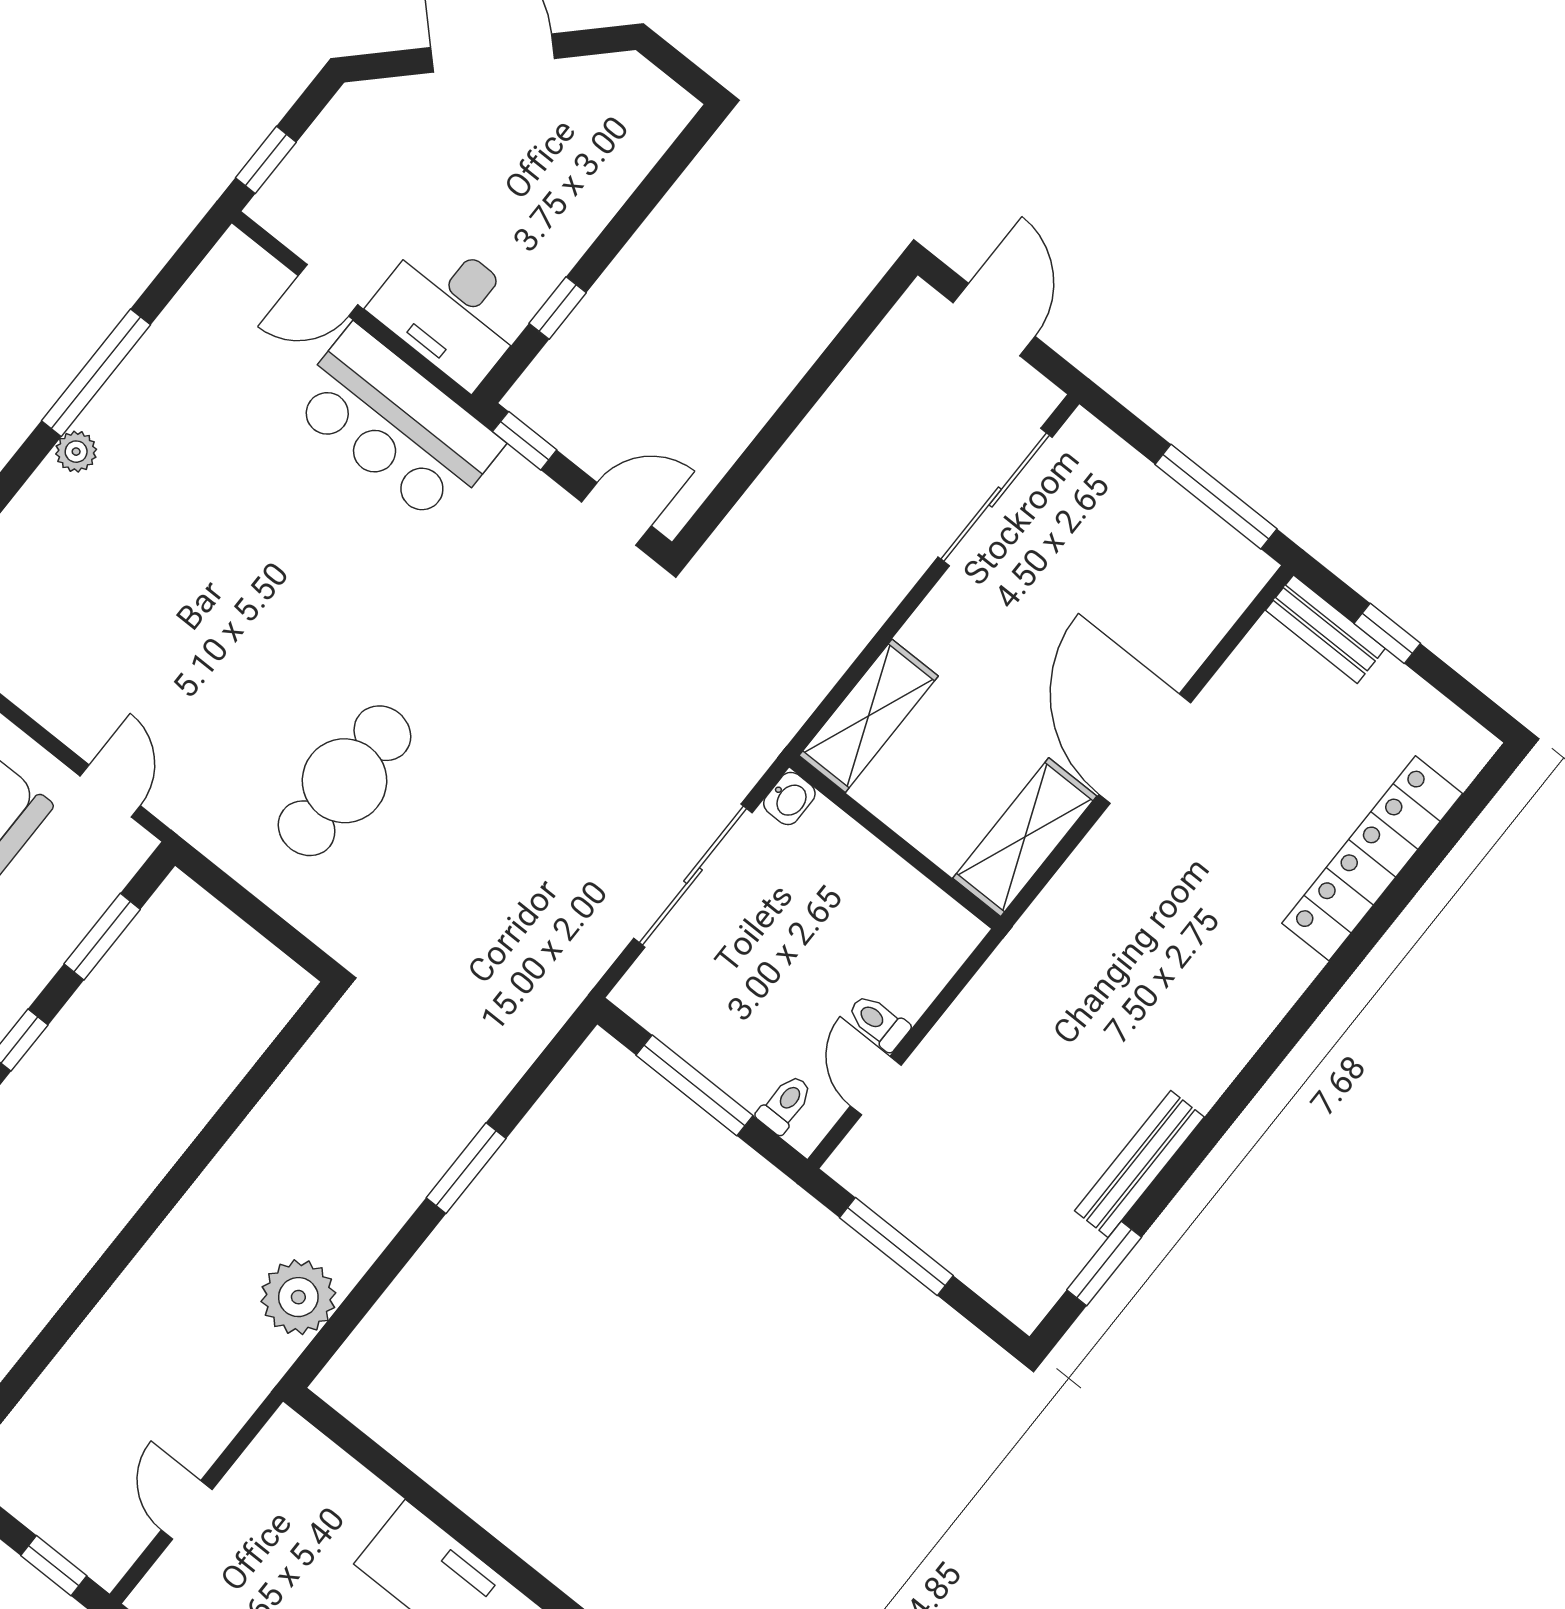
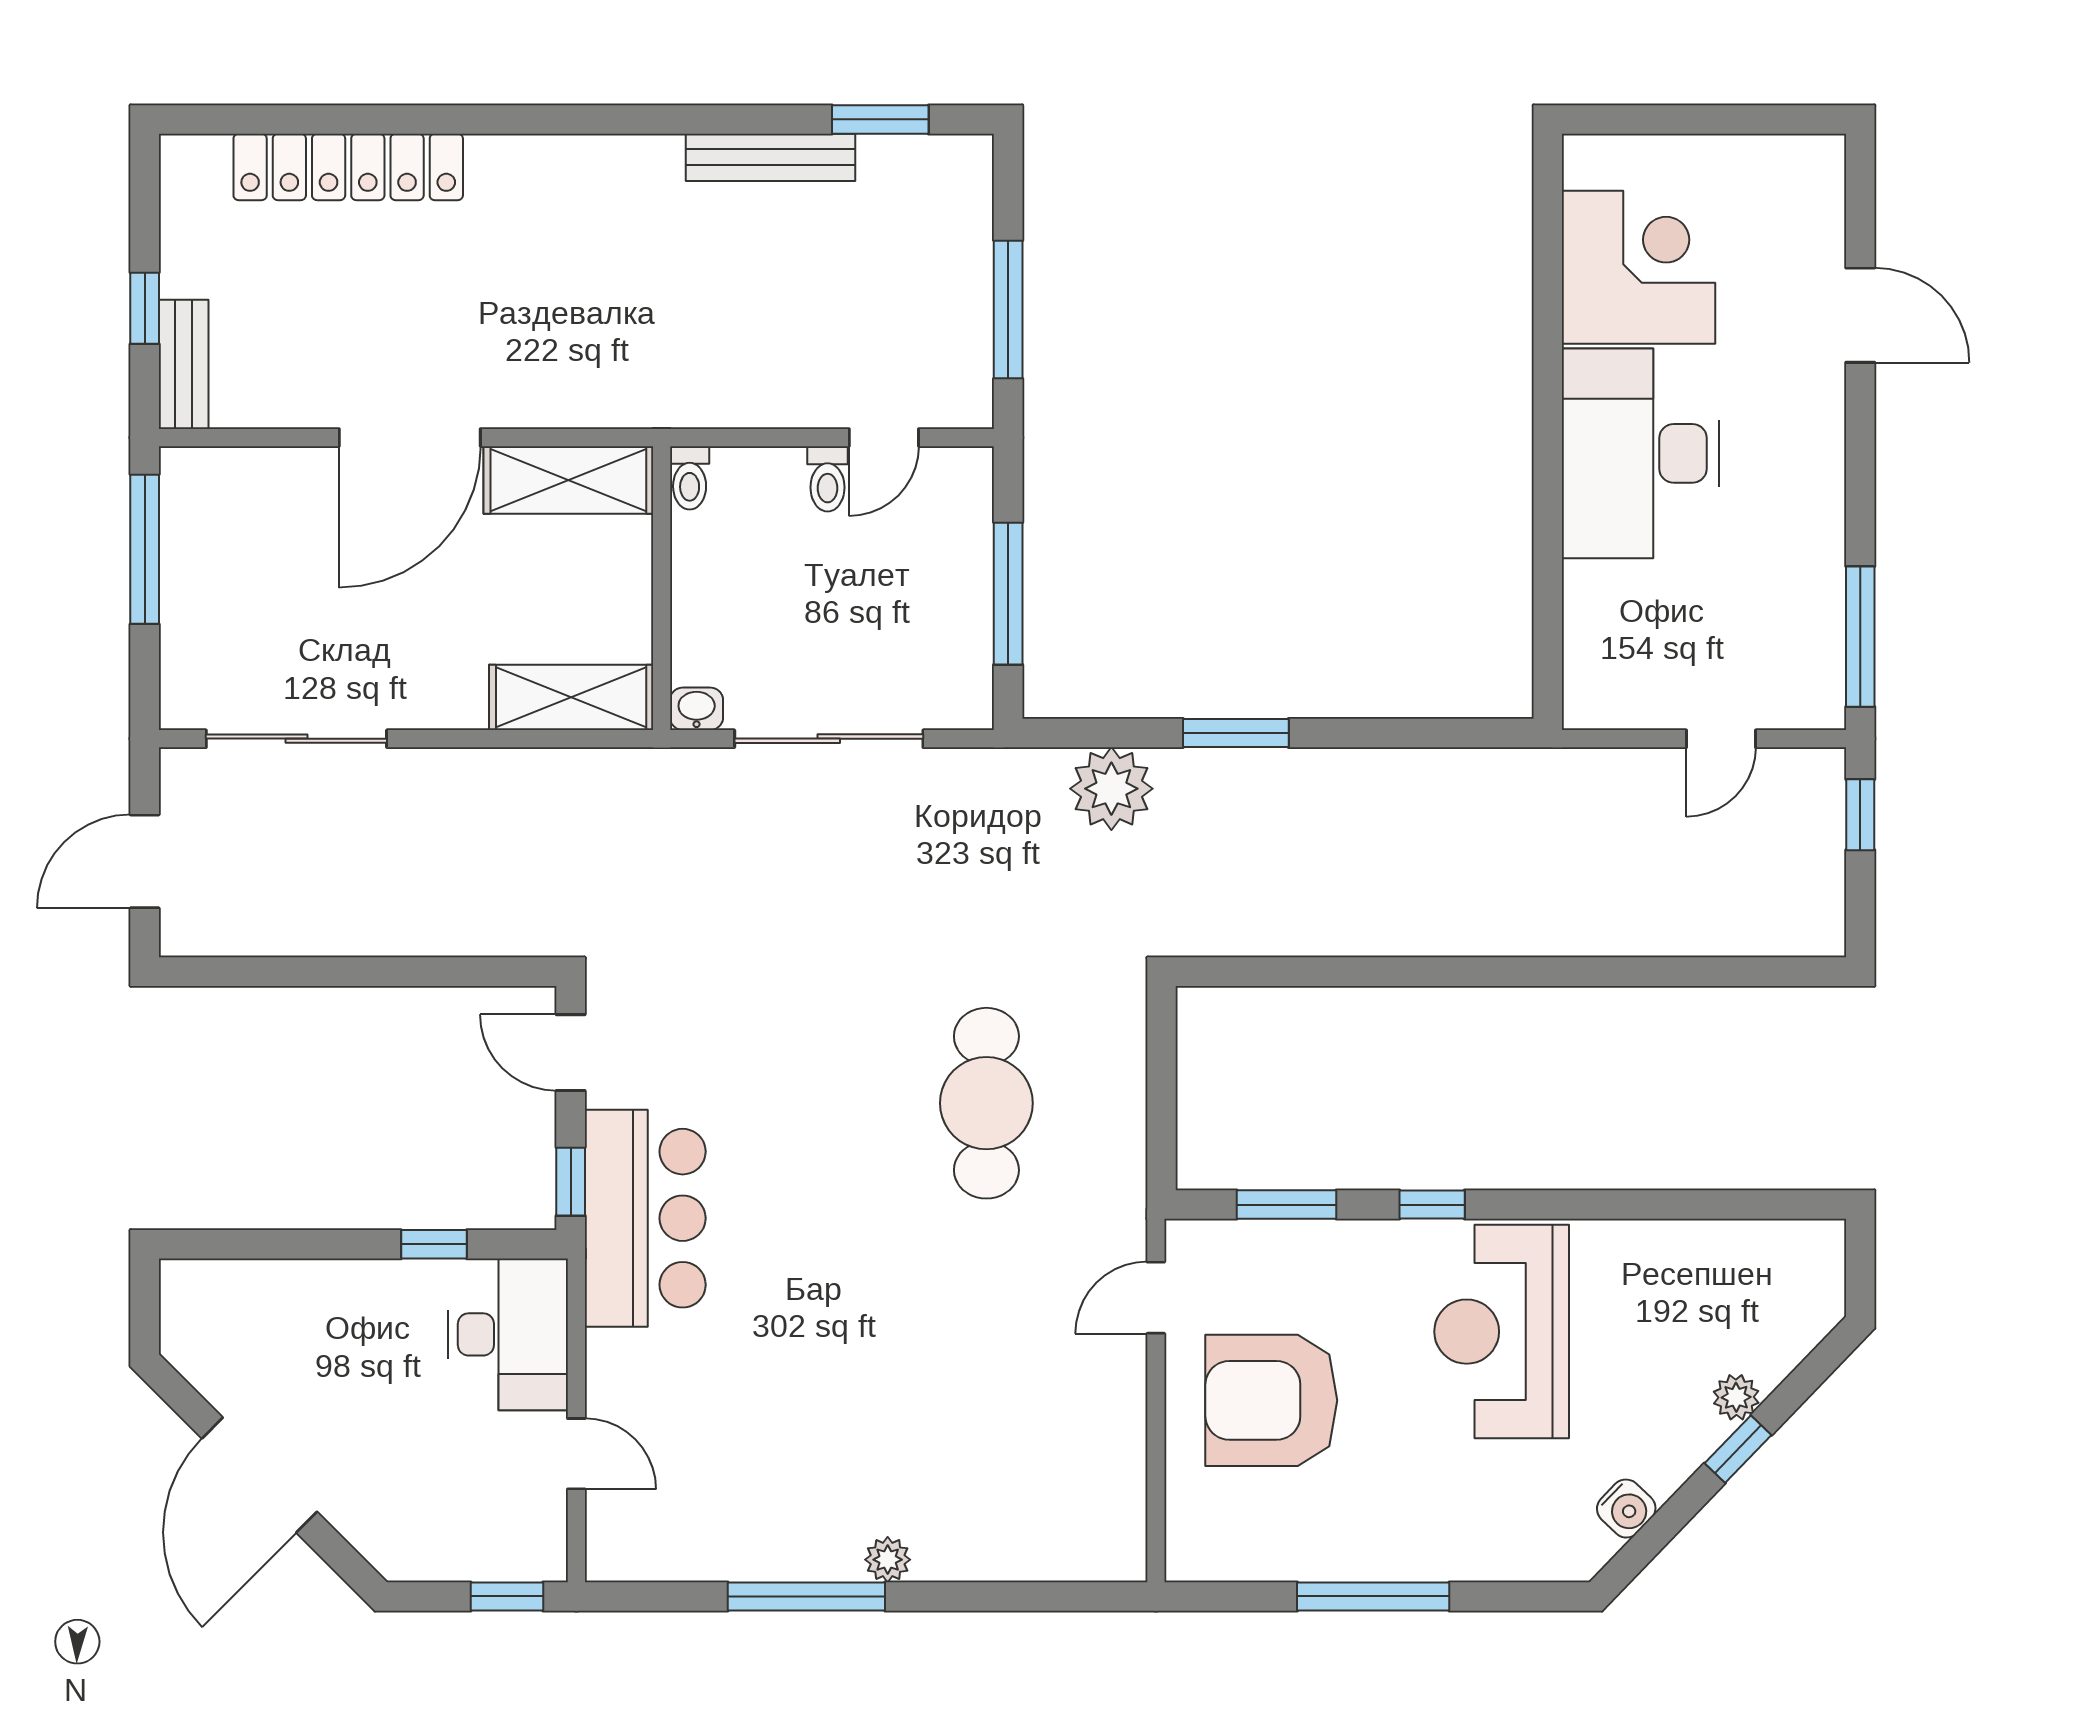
bar counter: (396, 425) -> (645, 1218), moved
cafe table: (344, 781) -> (986, 1103), turned 90
toilet: (785, 1104) -> (690, 478), moved, turned -90
plant: (298, 1297) -> (1111, 789), moved

